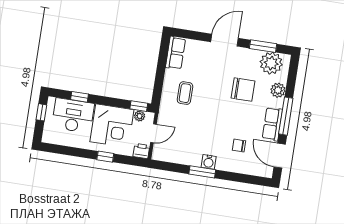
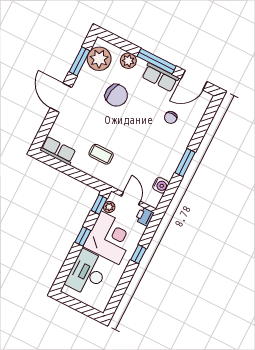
chair: (243, 90) -> (116, 95), turned 101
window: (79, 97) -> (83, 236), moved
window: (41, 112) -> (74, 303), removed
water cooler: (209, 162) -> (161, 185), moved

